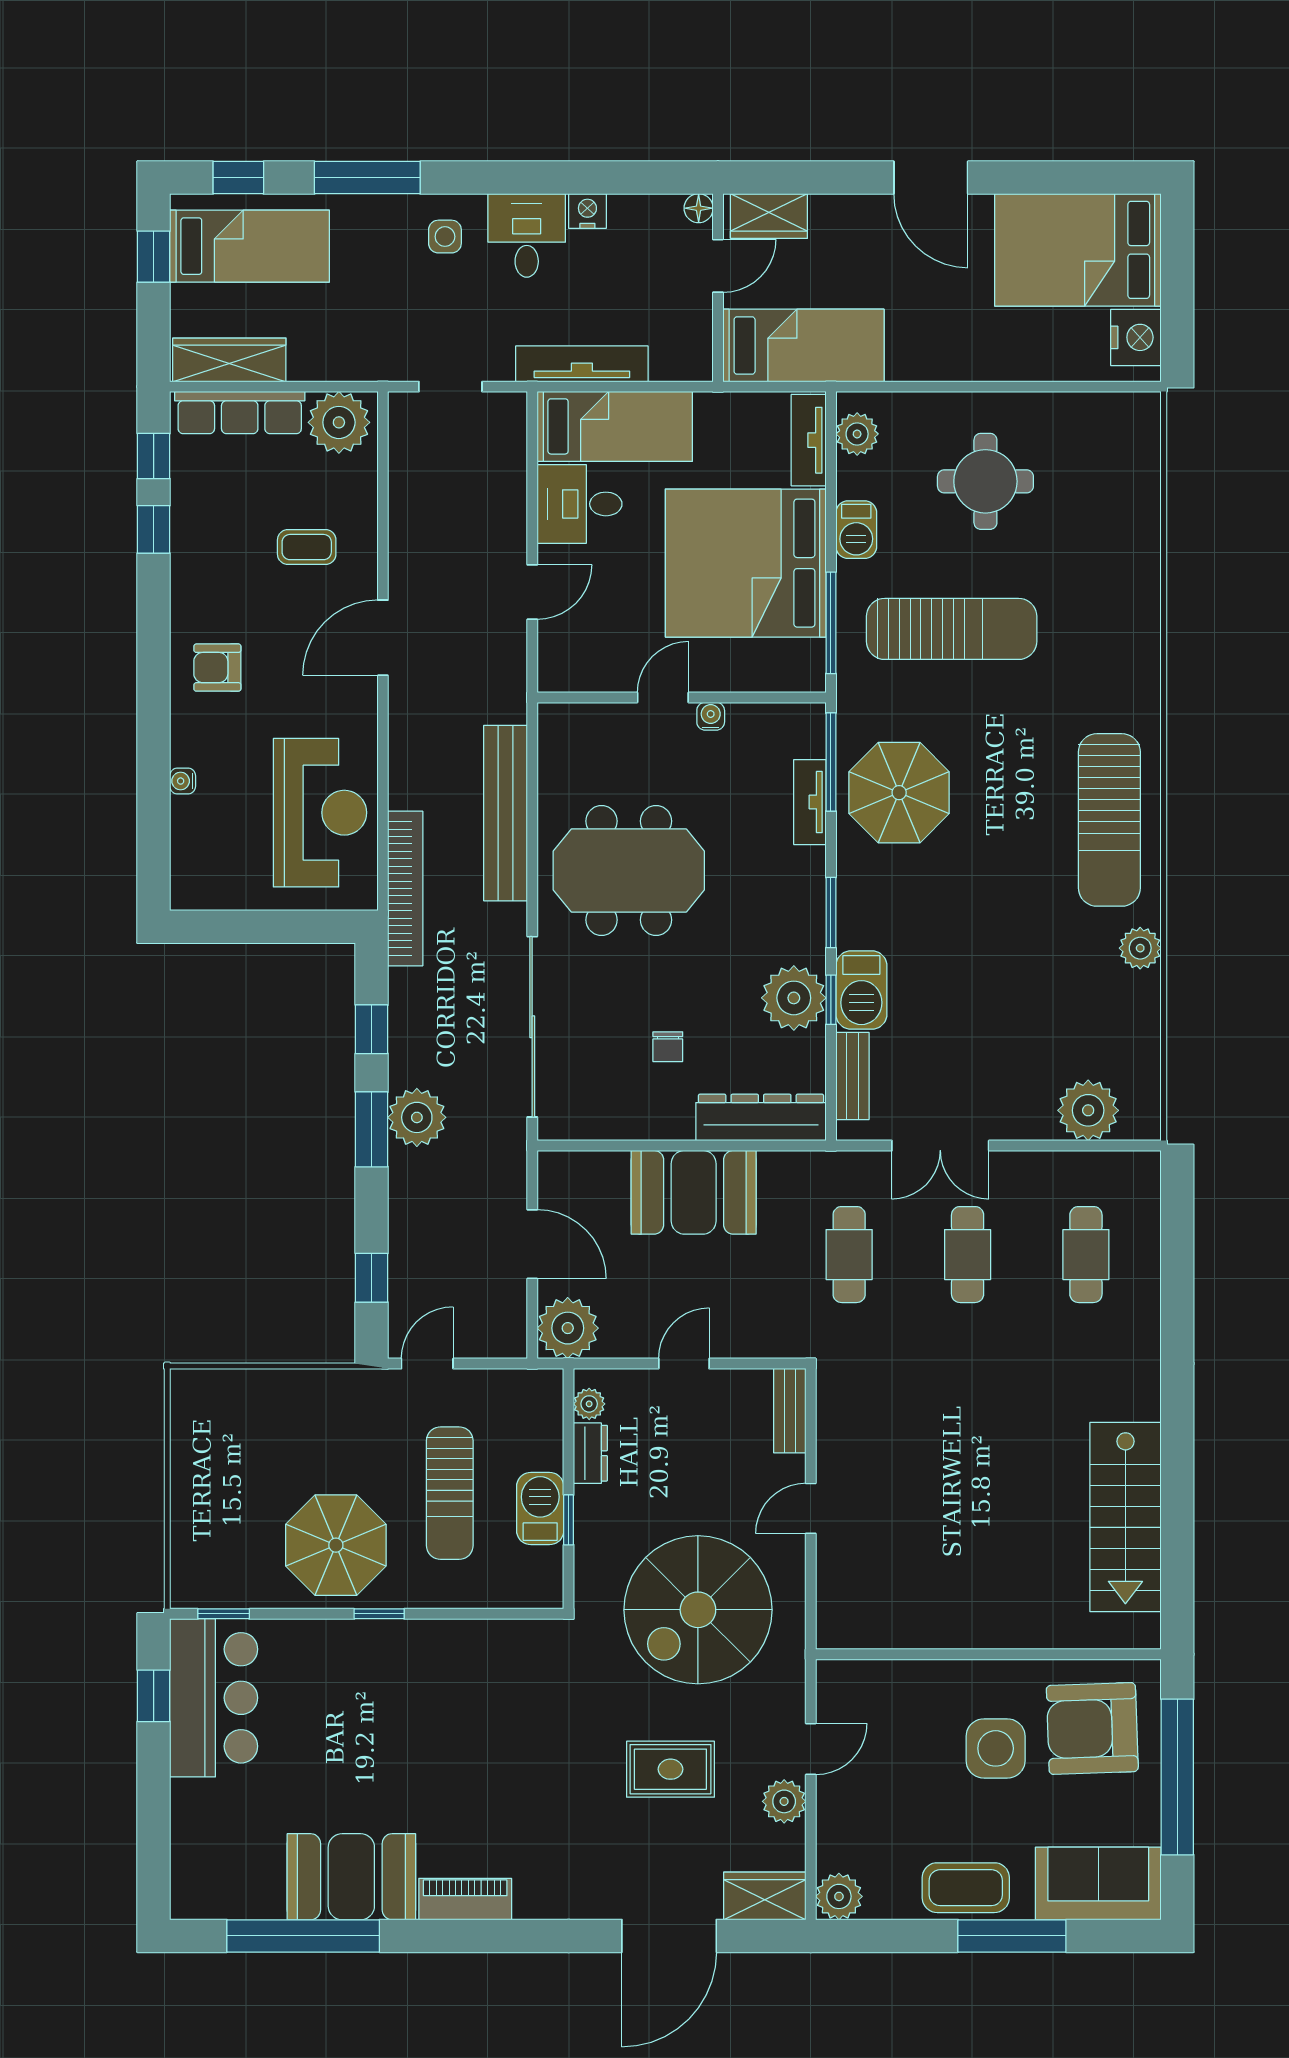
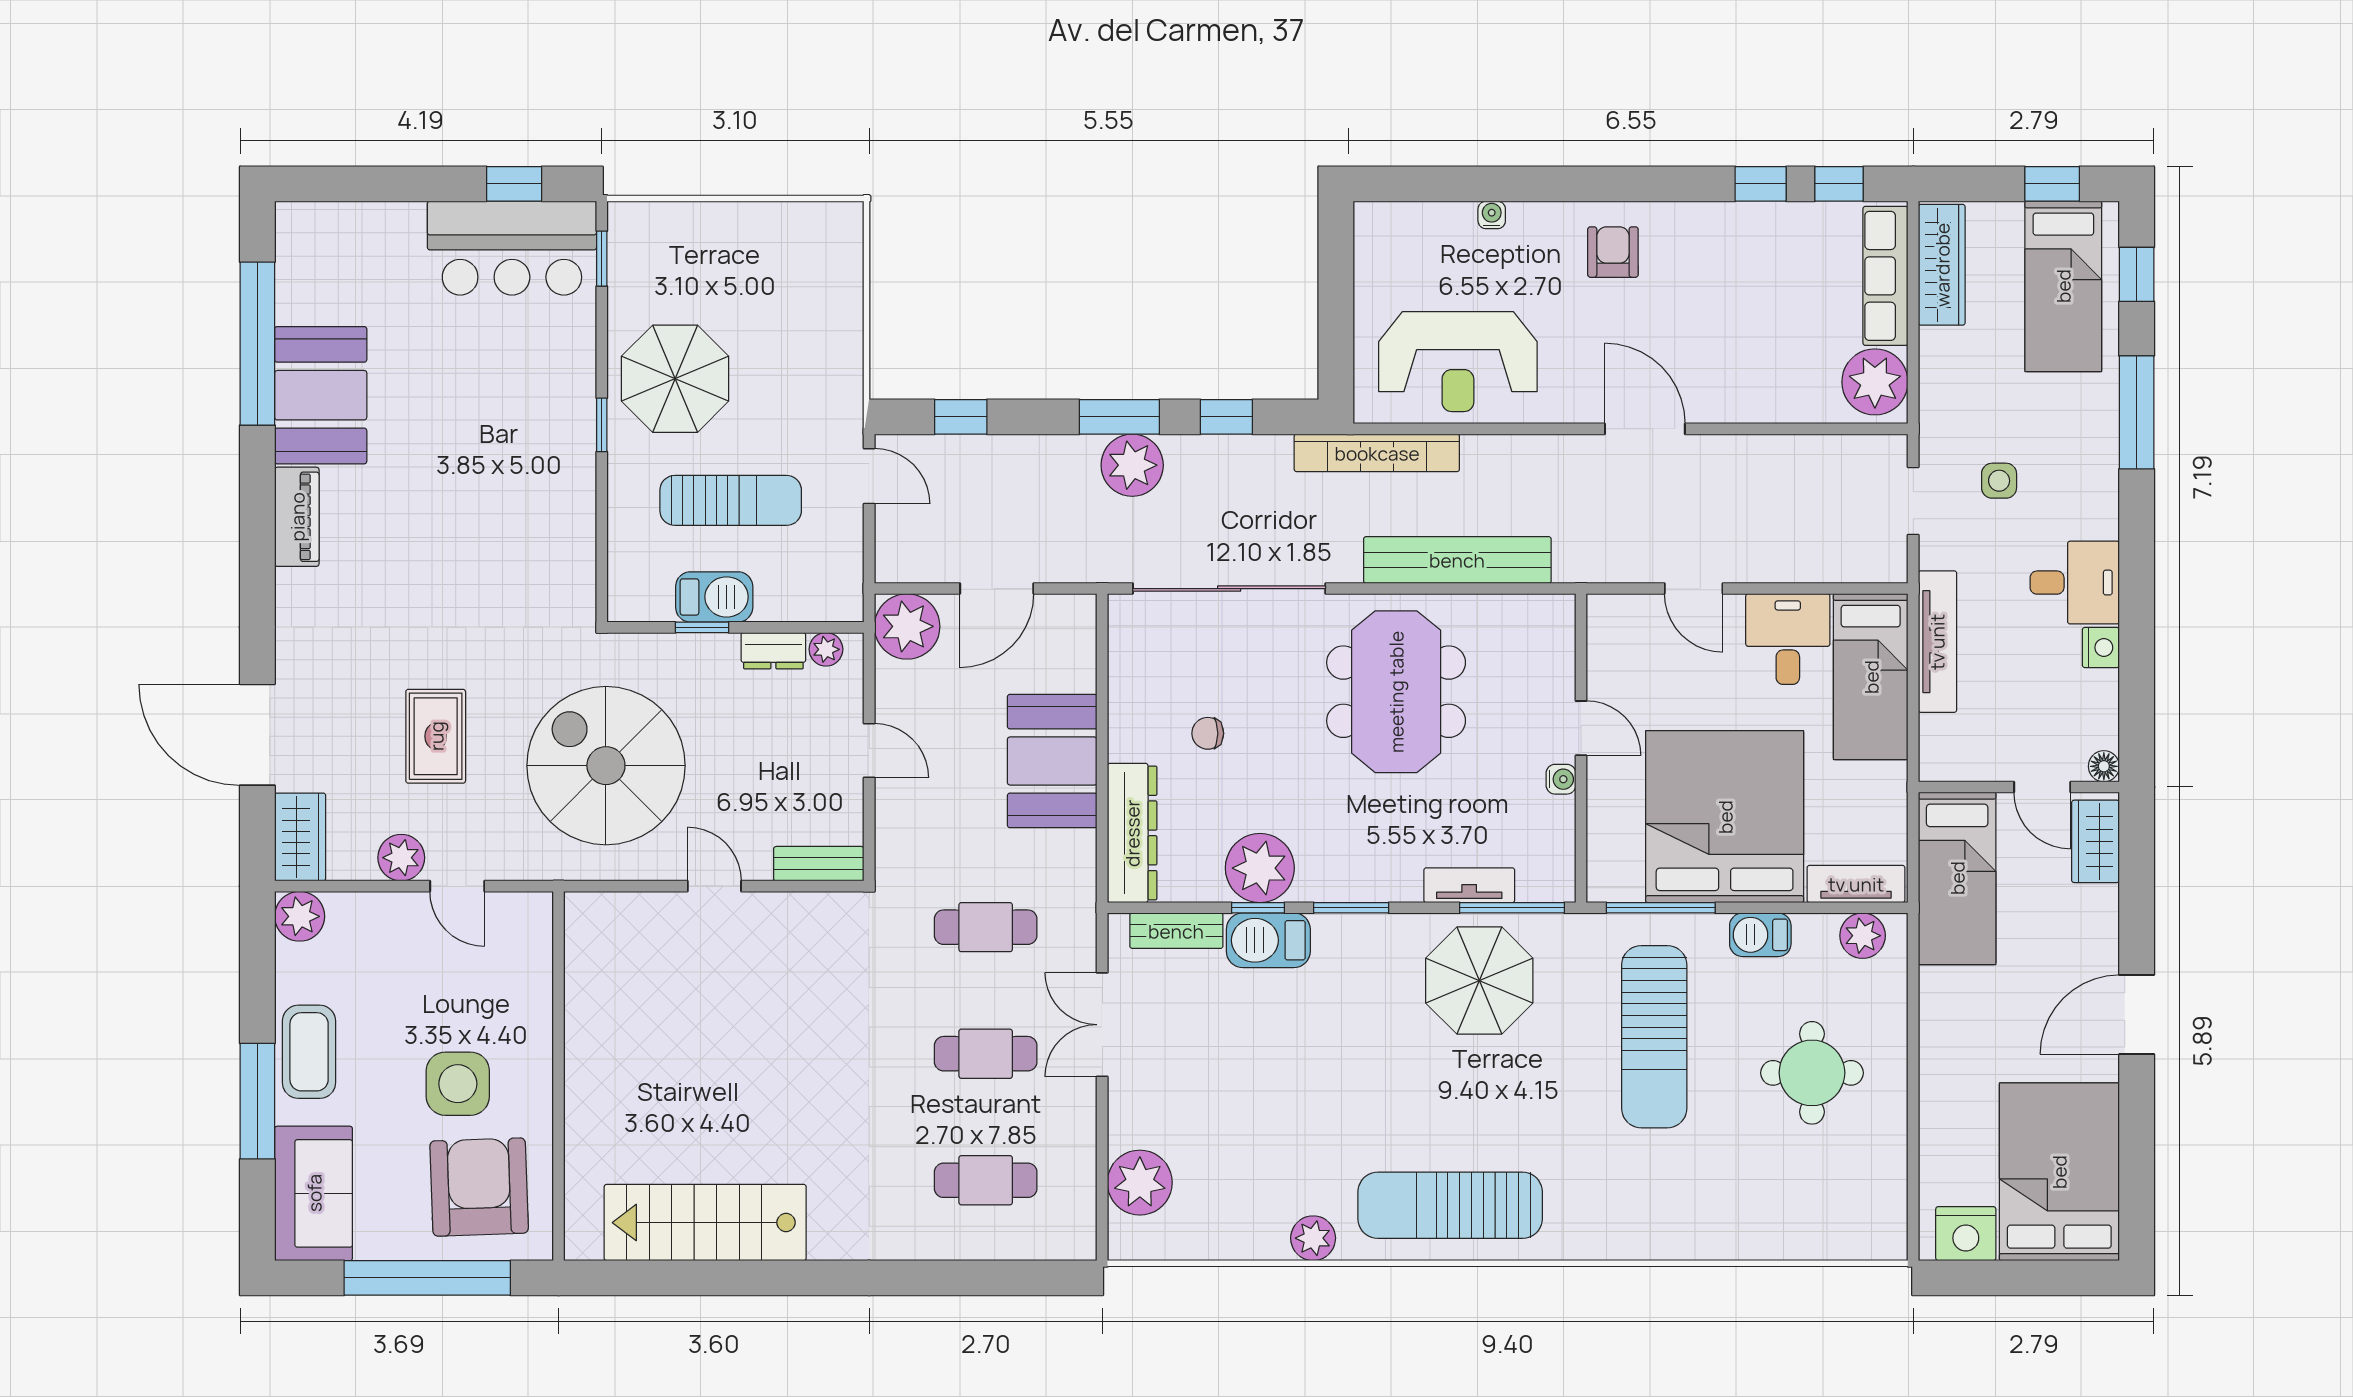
side table: (445, 237) -> (1999, 481), moved
coffee table: (307, 547) -> (1742, 347), removed
sun lounger: (450, 1493) -> (731, 500), turned 180

